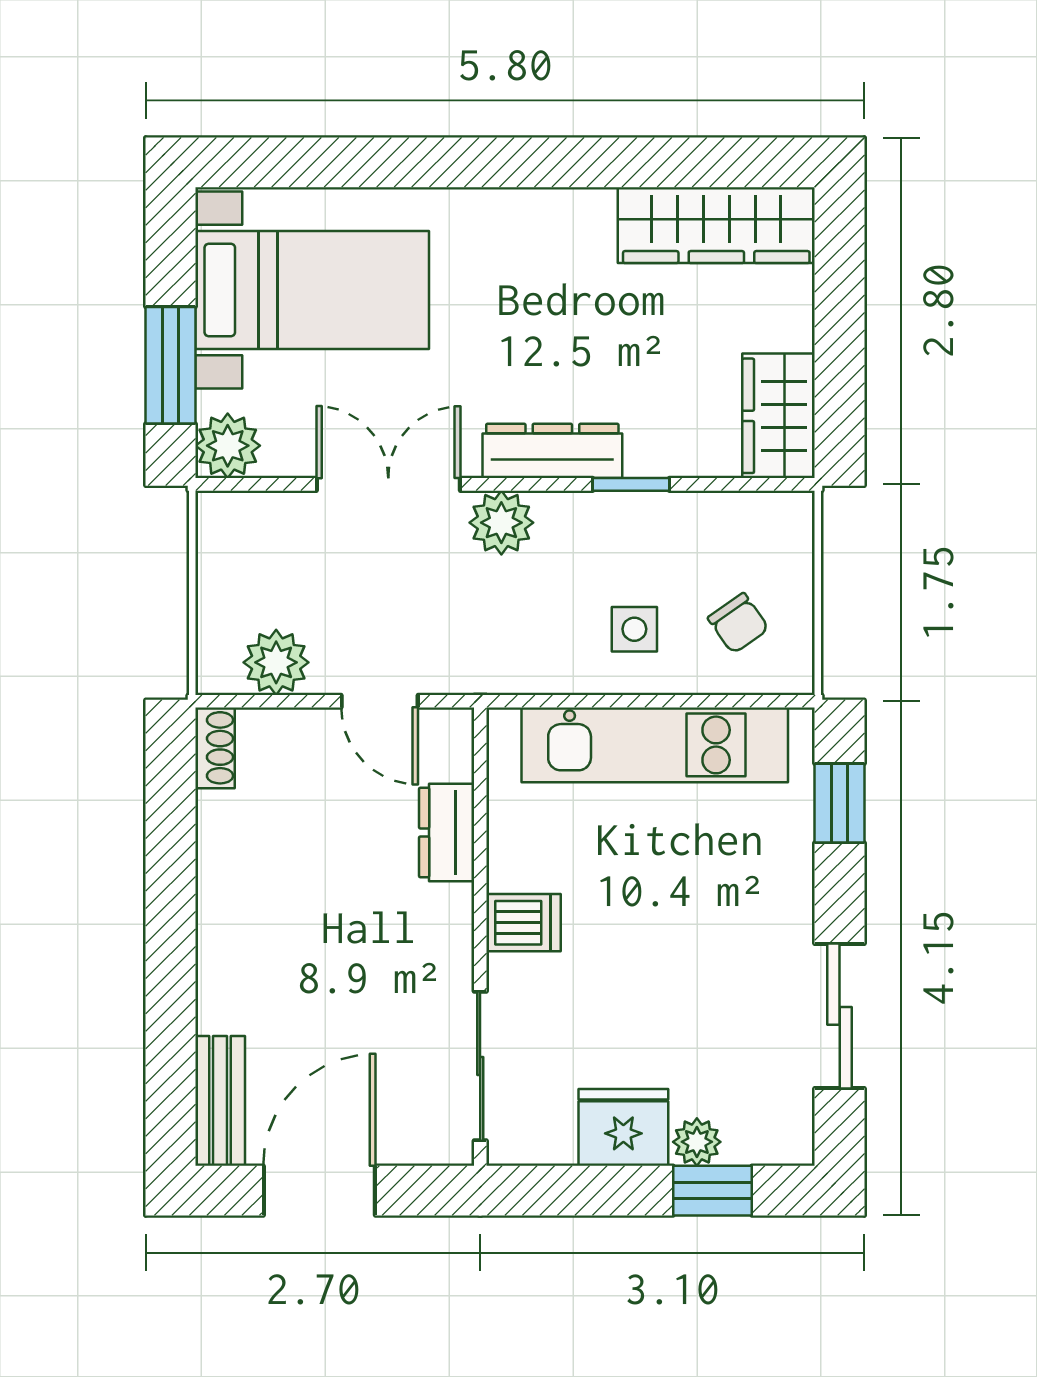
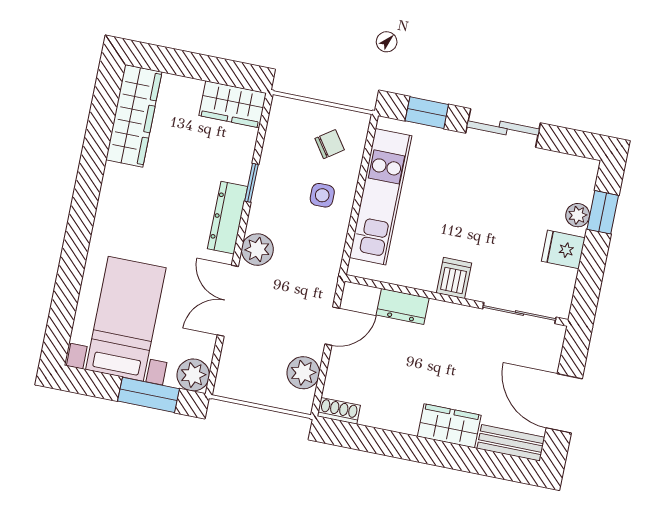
wardrobe: (229, 972) -> (449, 426), added
sliding door: (840, 1016) -> (503, 128), moved
fridge: (623, 1127) -> (563, 249), width x0.72

